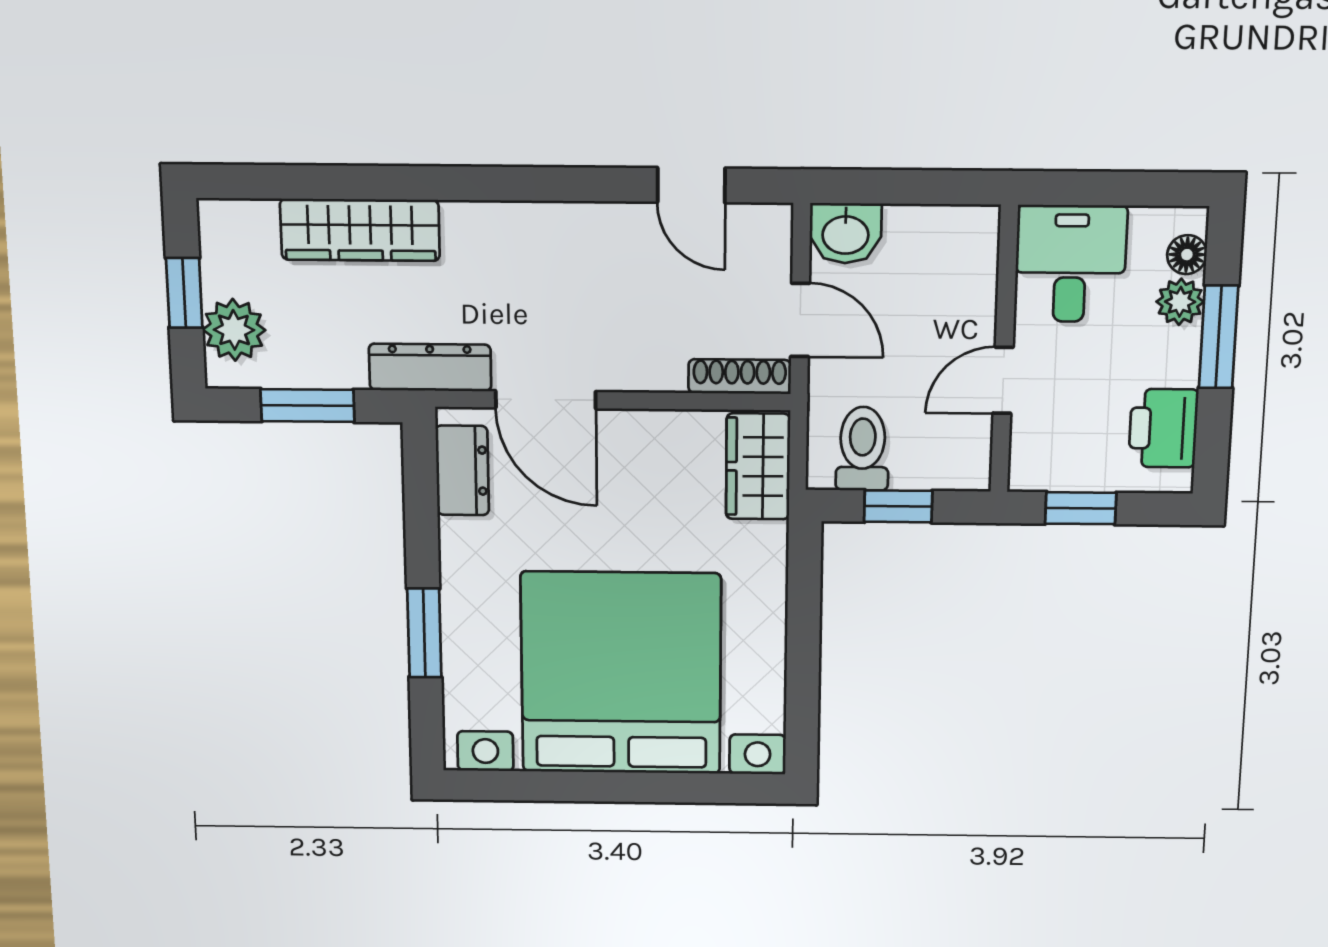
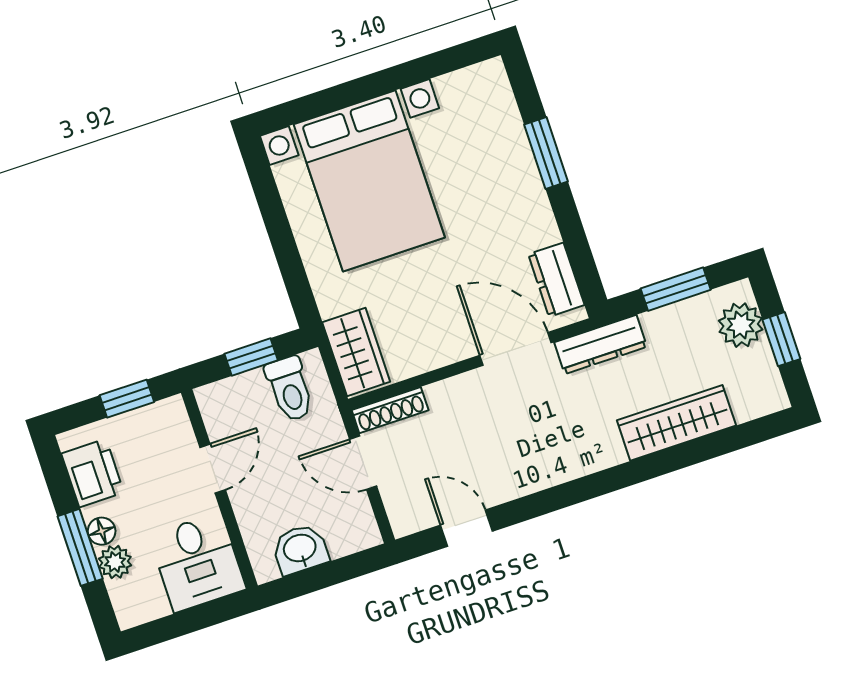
washbasin: (845, 233) -> (300, 549), moved
floor lamp: (1187, 255) -> (102, 531), moved
bed with nightstands: (621, 673) -> (369, 181), width x0.73

